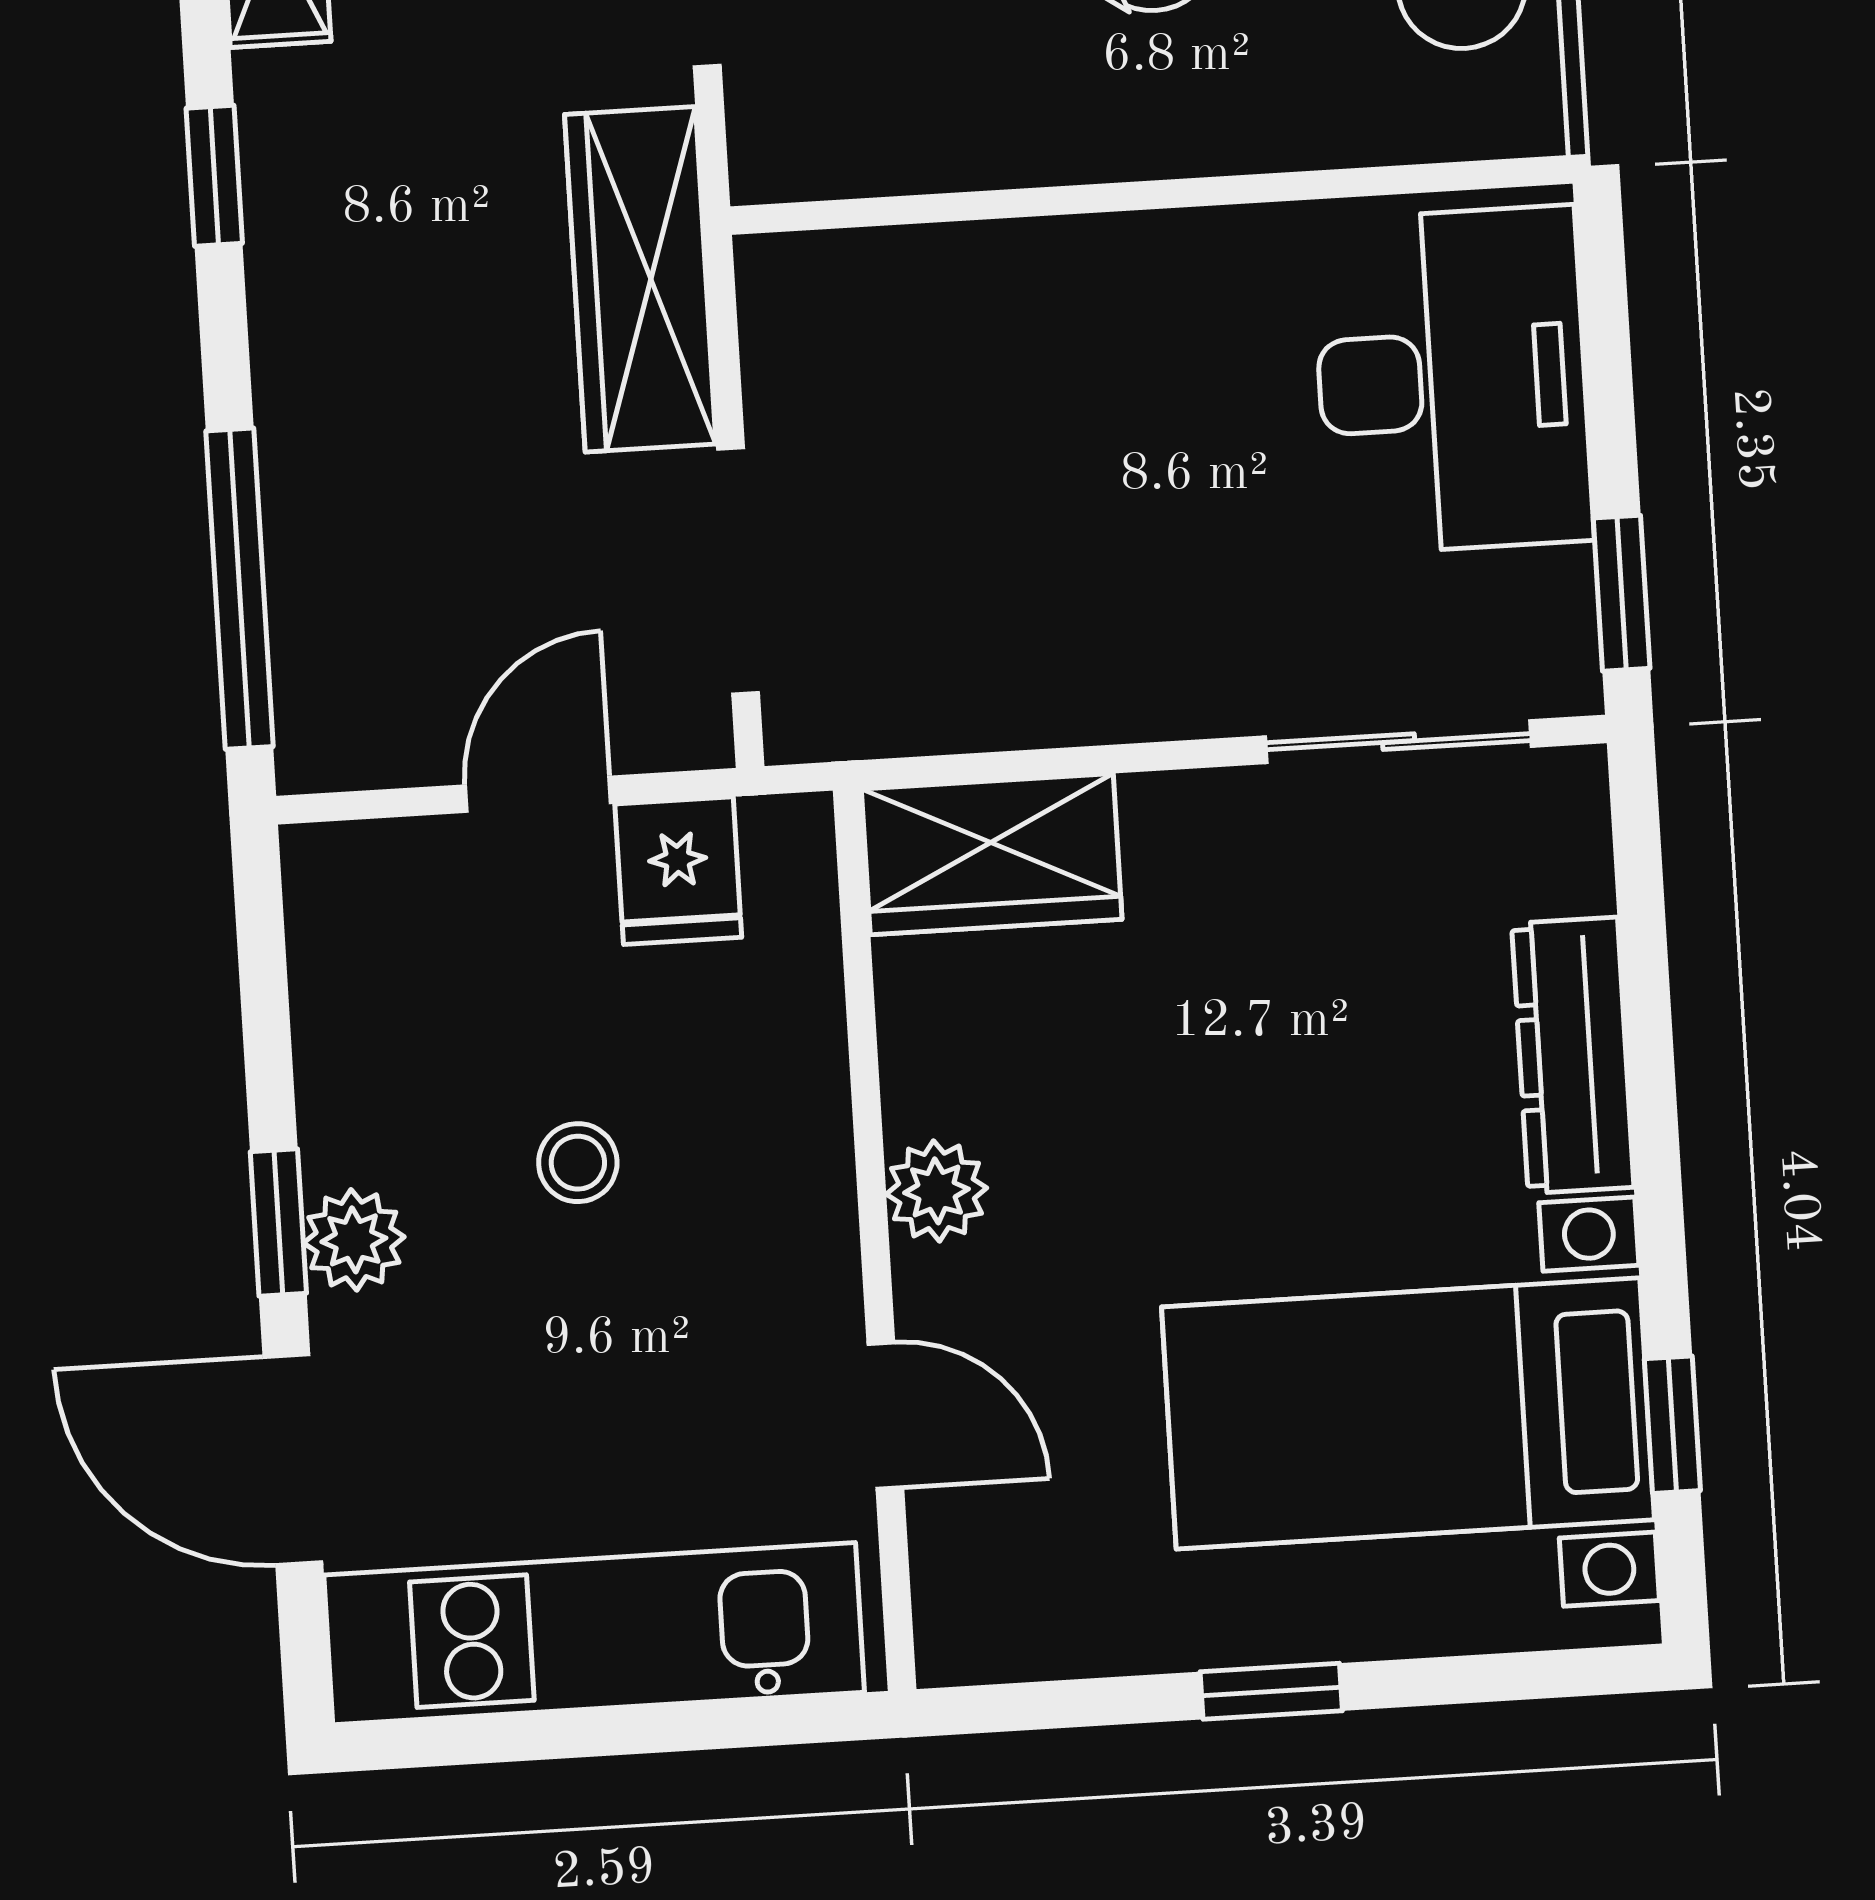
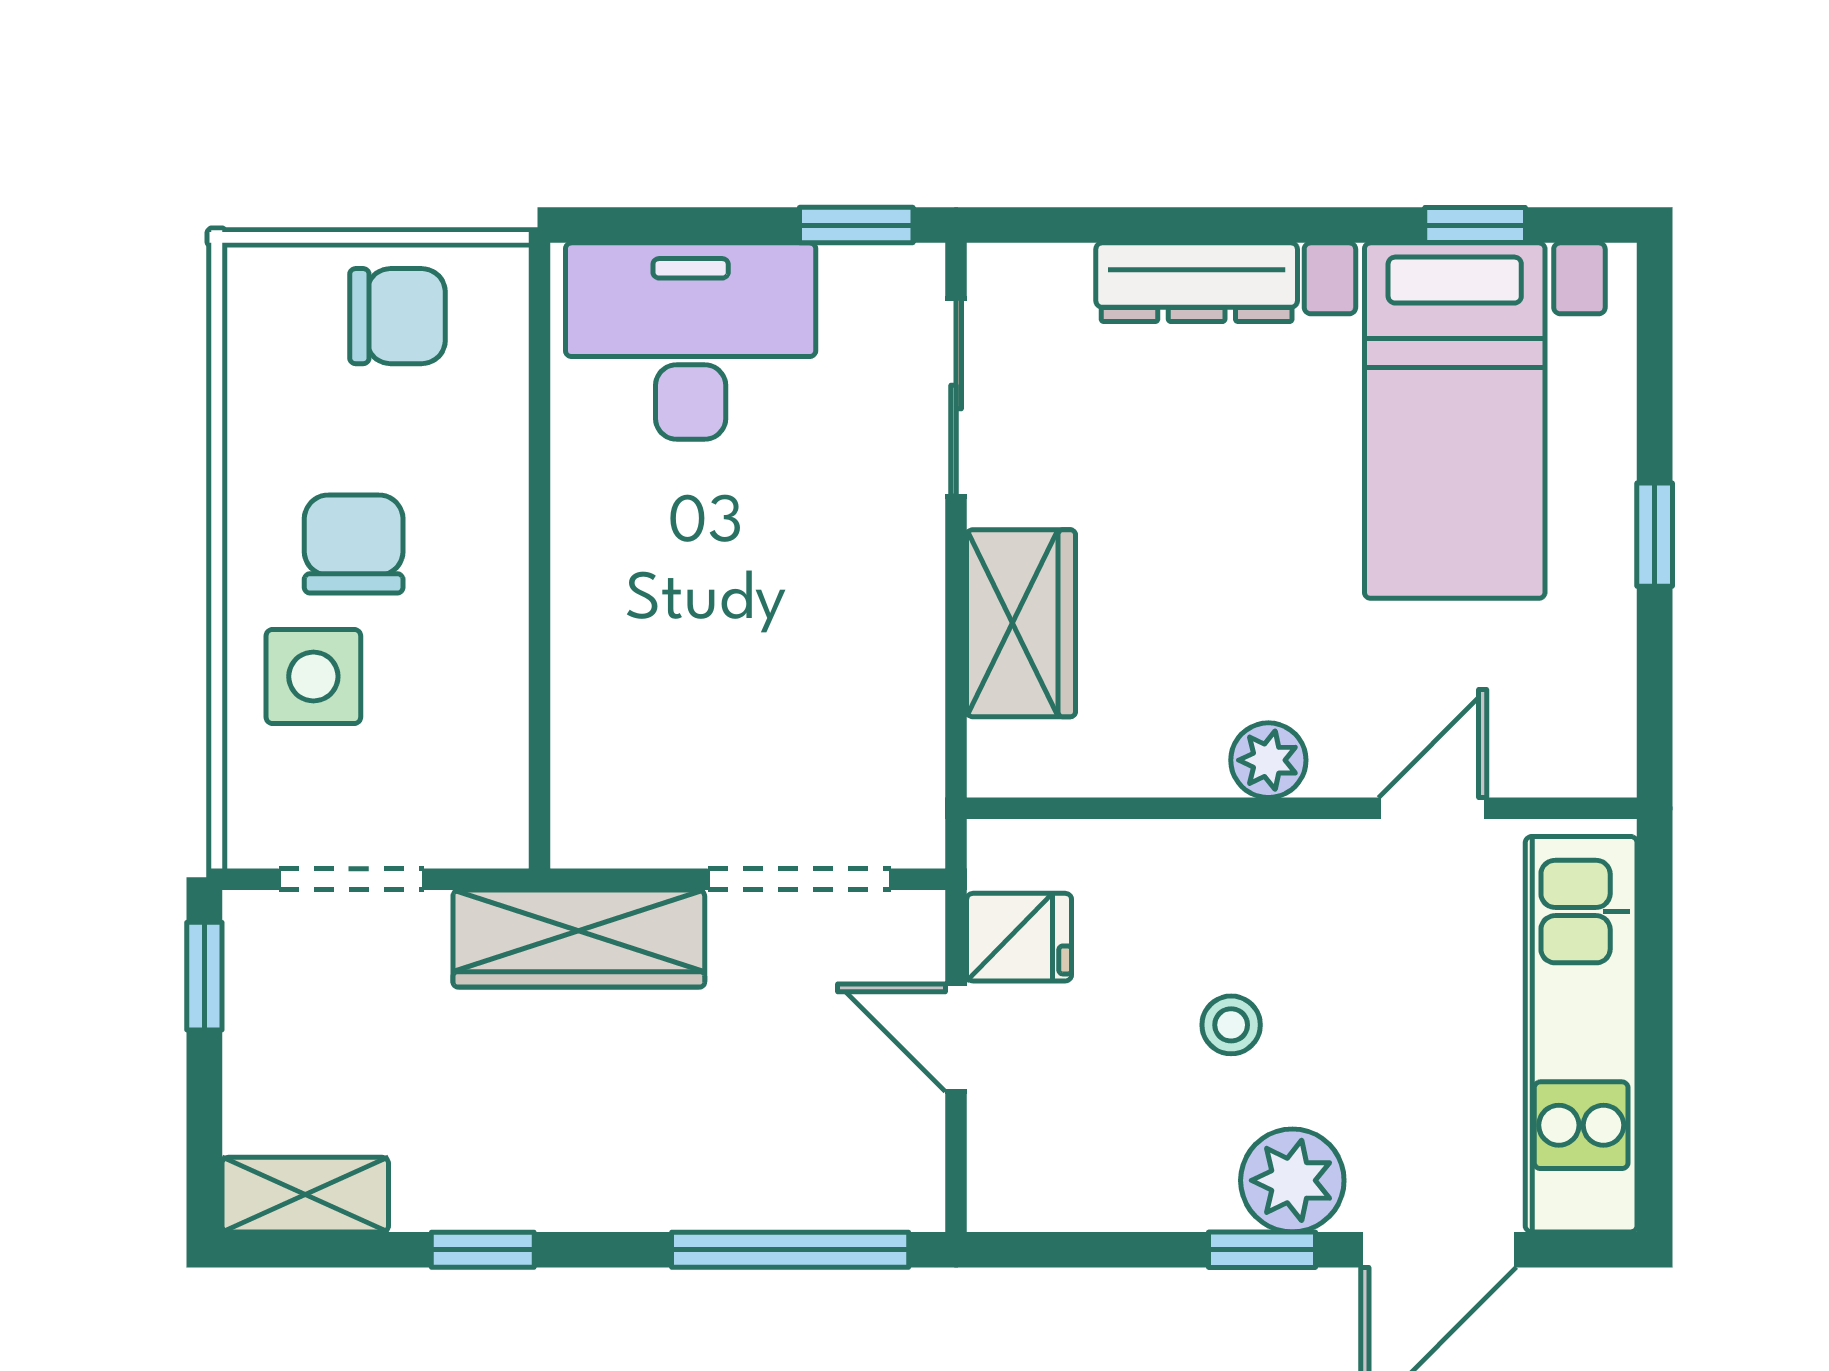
wardrobe: (992, 854) -> (1021, 623), moved
plant: (354, 1240) -> (1292, 1180), width x1.38, depth x1.38

